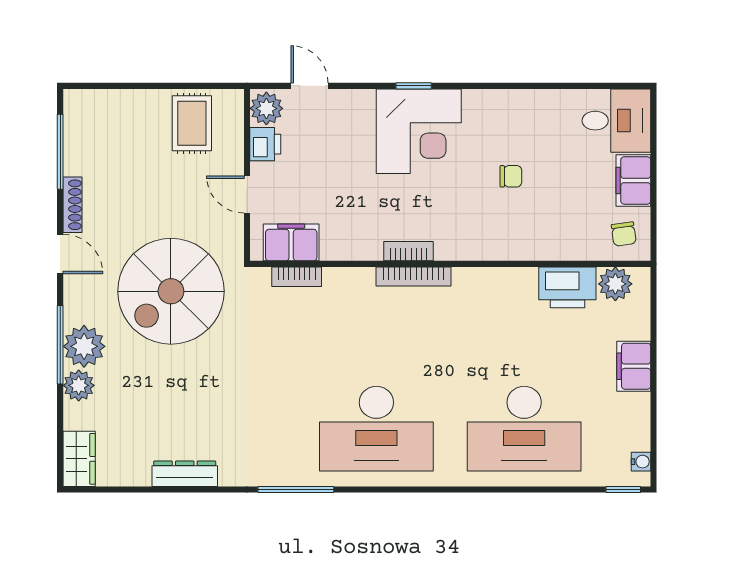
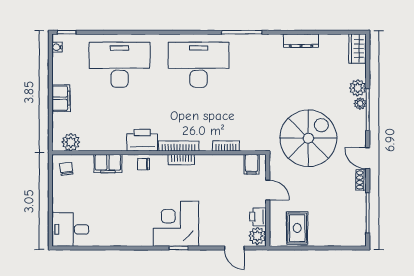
chair: (511, 176) -> (144, 164), moved
filing cabinet: (633, 180) -> (108, 164), moved, turned 90
shoe rack: (72, 205) -> (361, 180), width x0.70
filing cabinet: (291, 242) -> (252, 164), width x0.50
bookcase: (297, 277) -> (226, 146), moved
printer: (567, 287) -> (142, 140), moved
plant: (84, 346) -> (360, 104), width x0.53, depth x0.53

